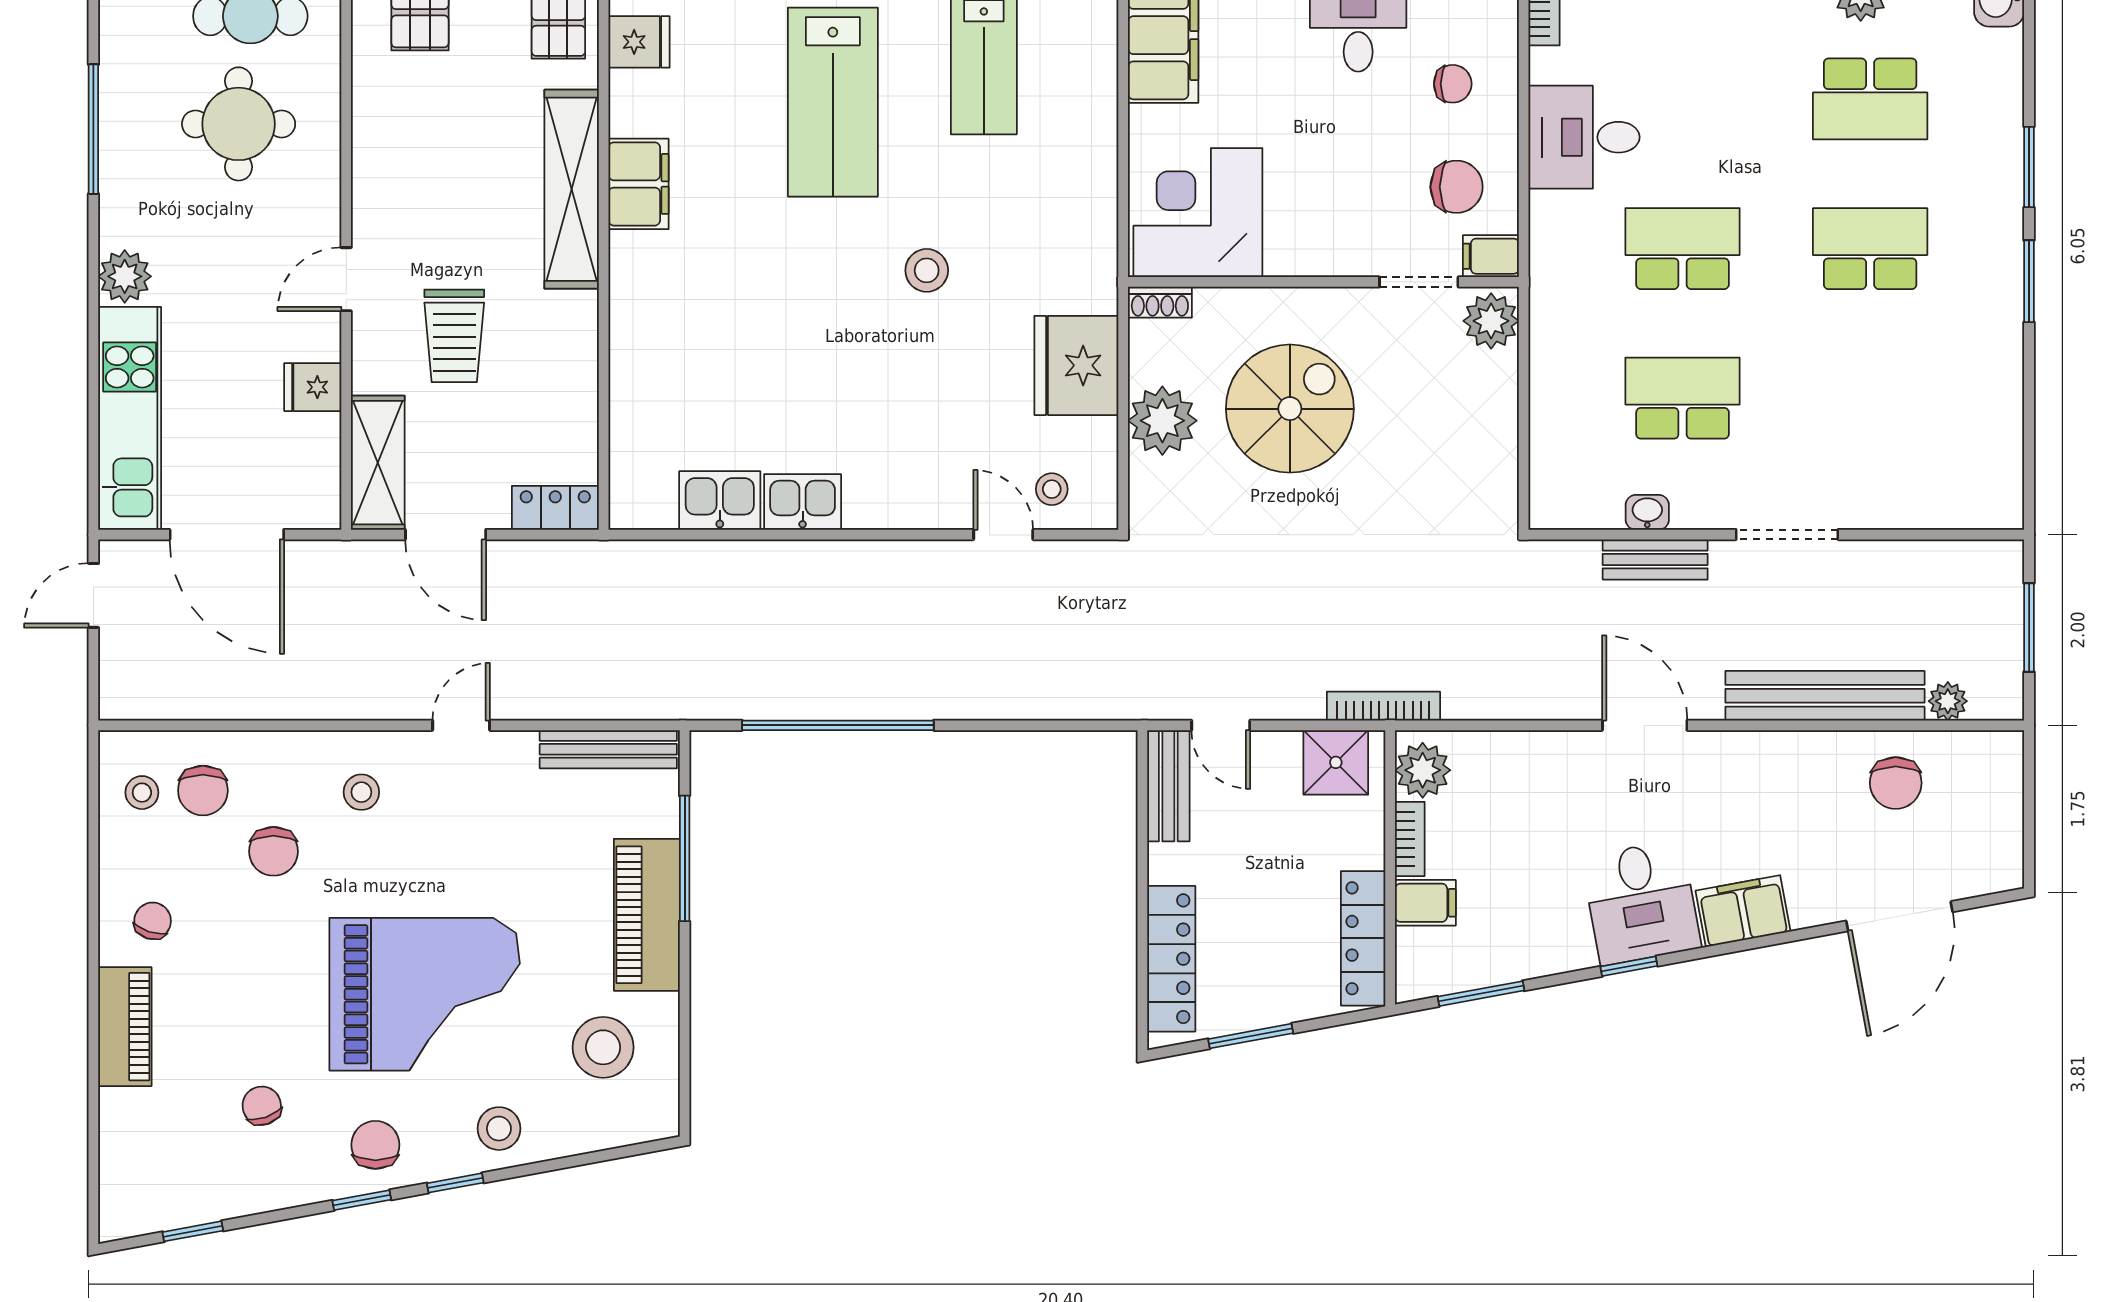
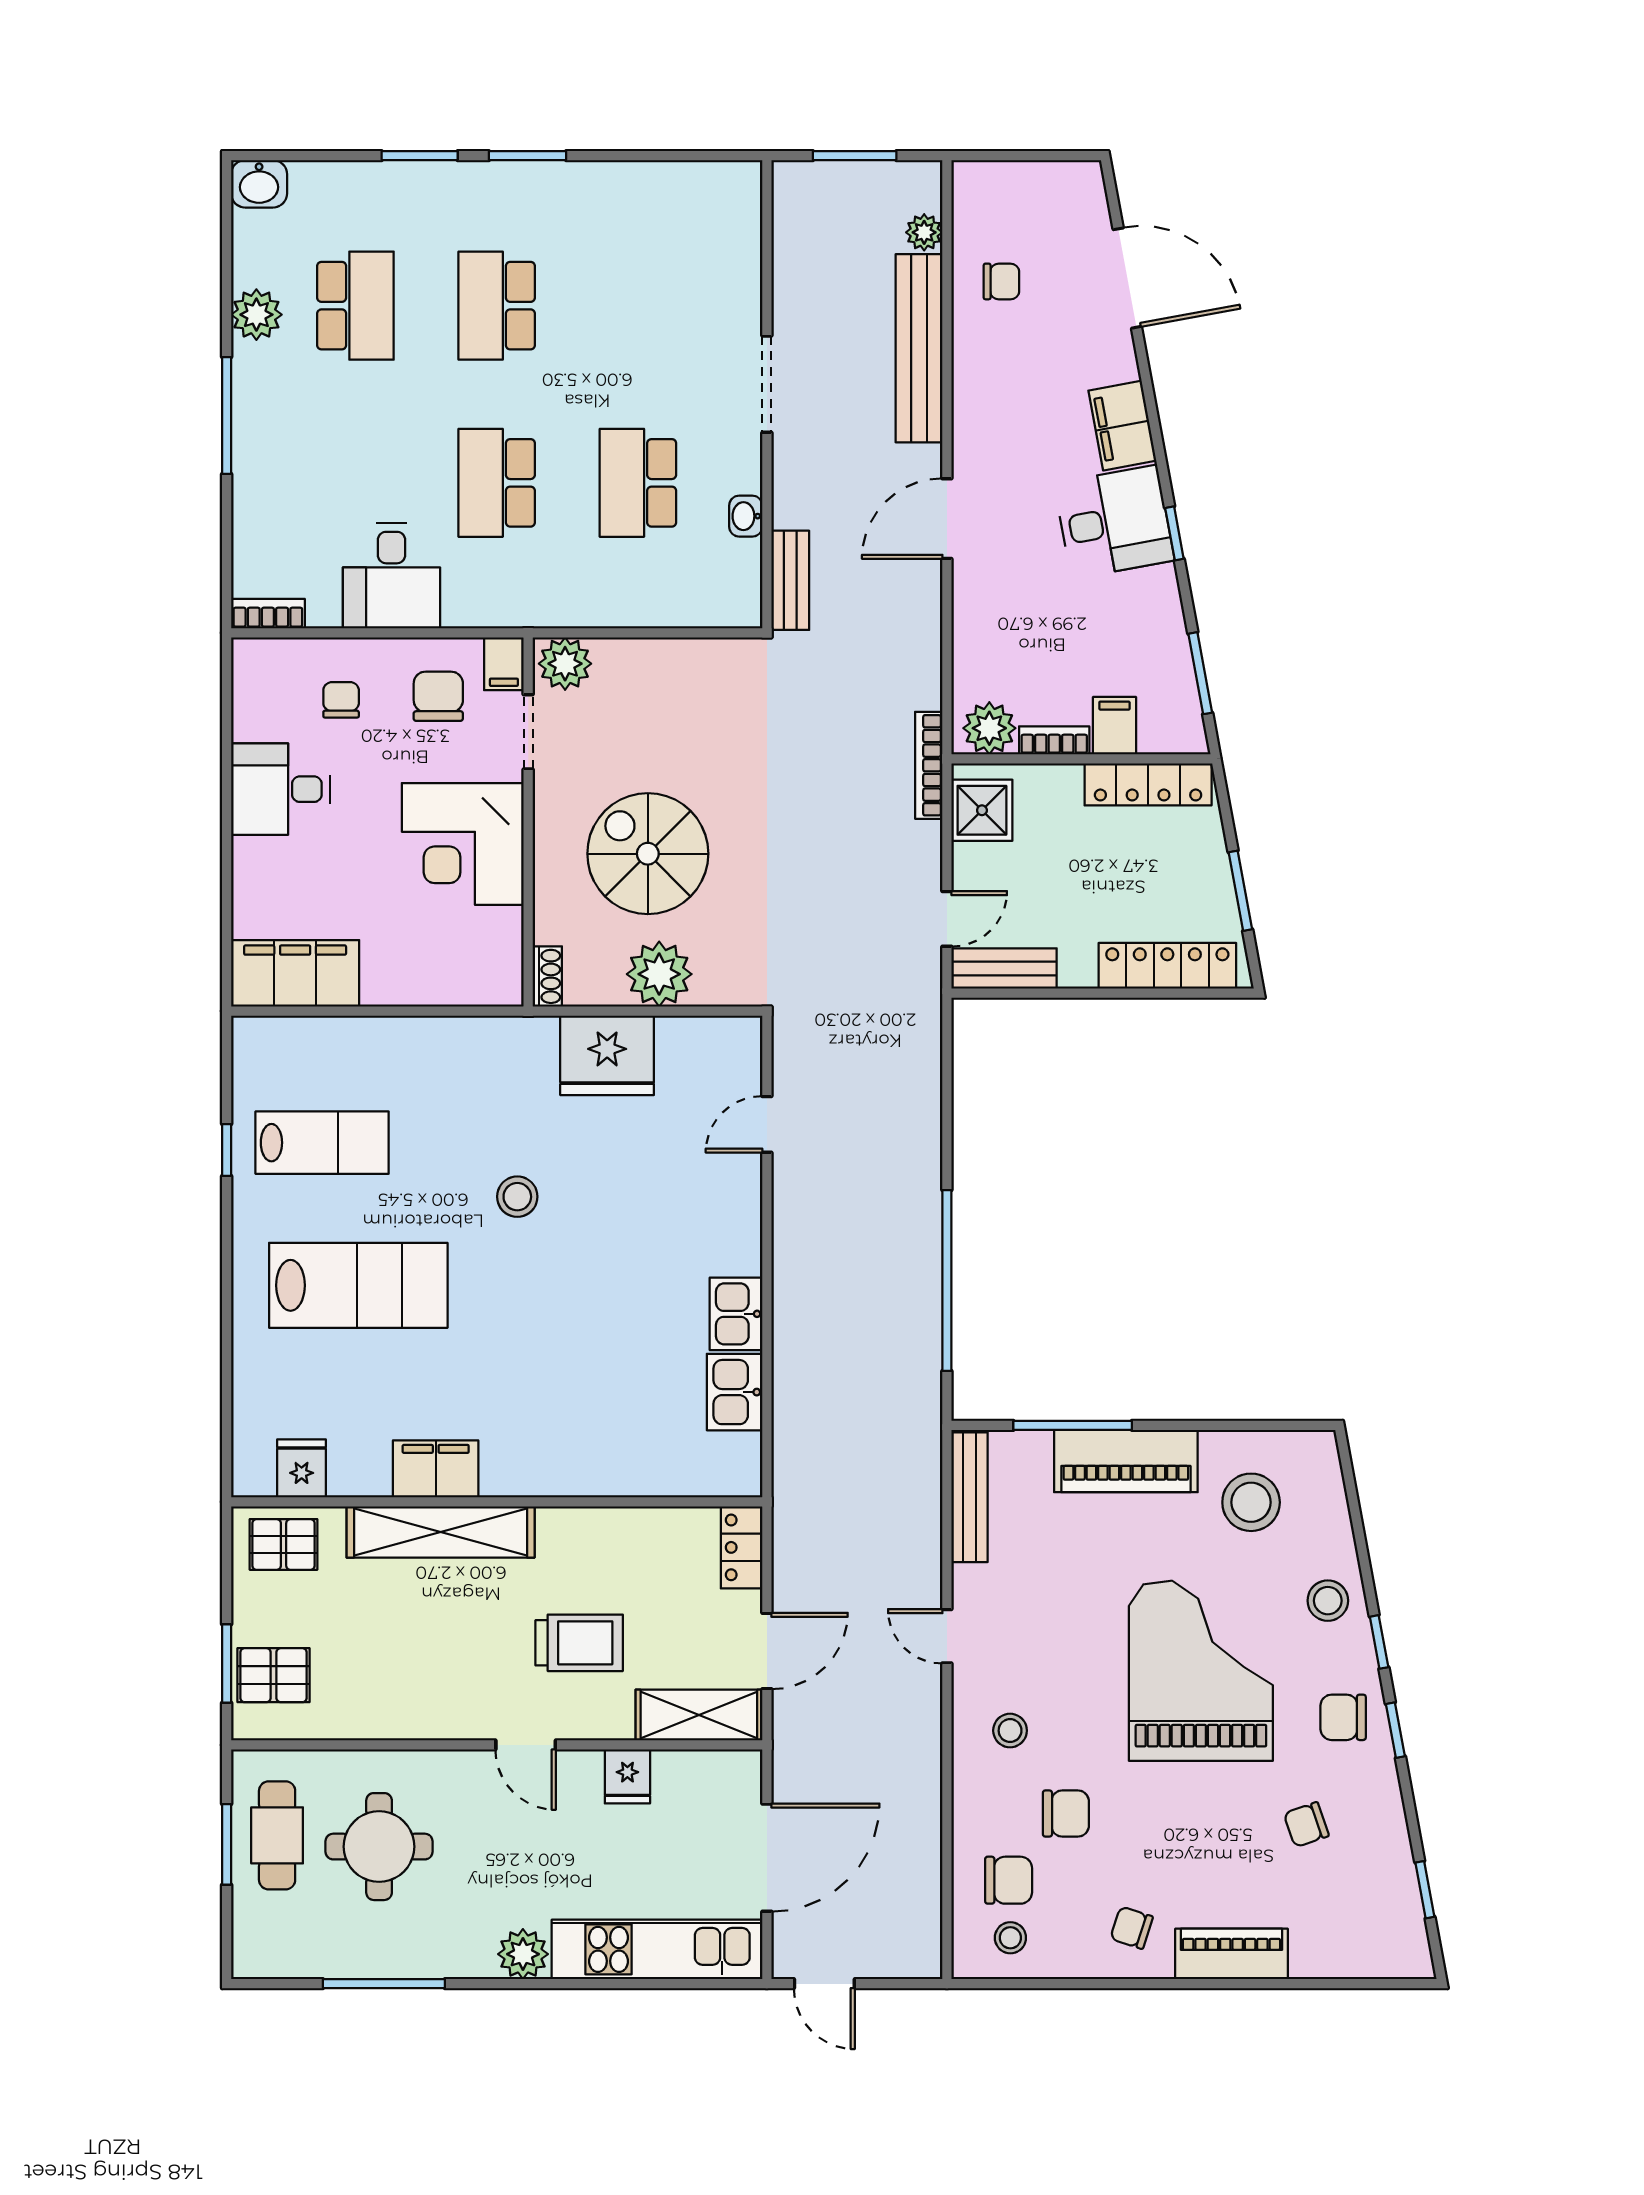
corner desk: (1198, 213) -> (463, 844), moved
stool: (1052, 489) -> (724, 1079), removed
bench: (1655, 559) -> (790, 580), moved
chair: (1896, 783) -> (1001, 281), width x0.73, depth x0.73

